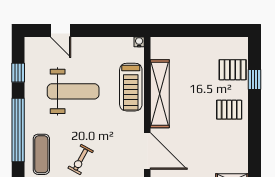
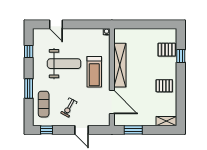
treadmill: (131, 87) -> (94, 72), moved
pallet: (229, 110) -> (164, 86), moved
window: (18, 130) -> (29, 88), width x0.47

